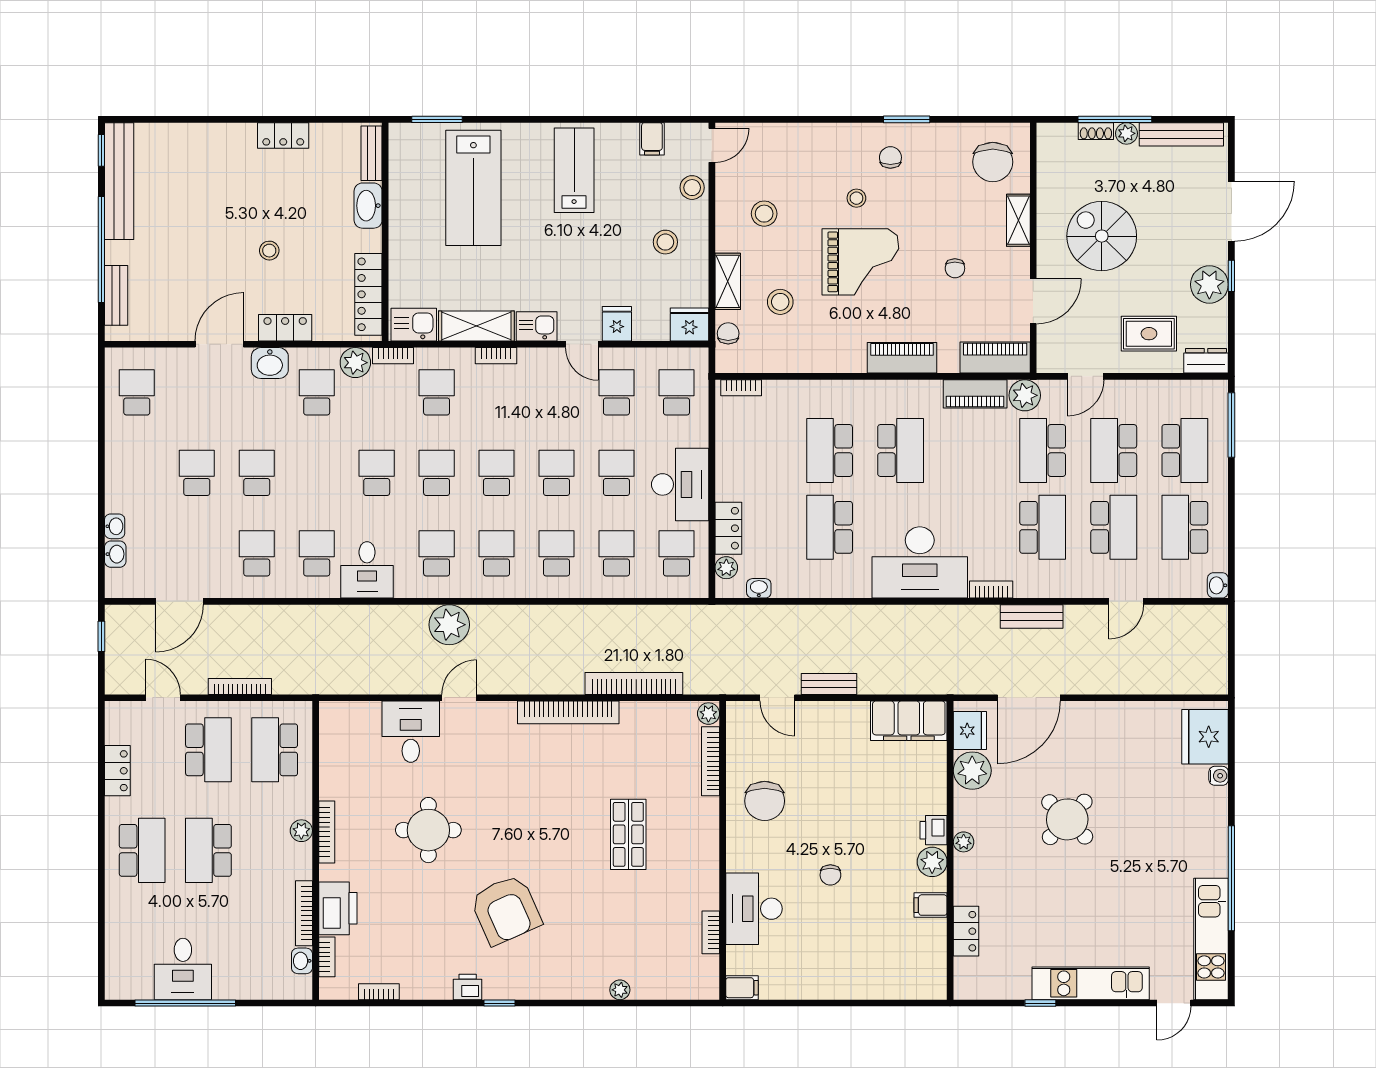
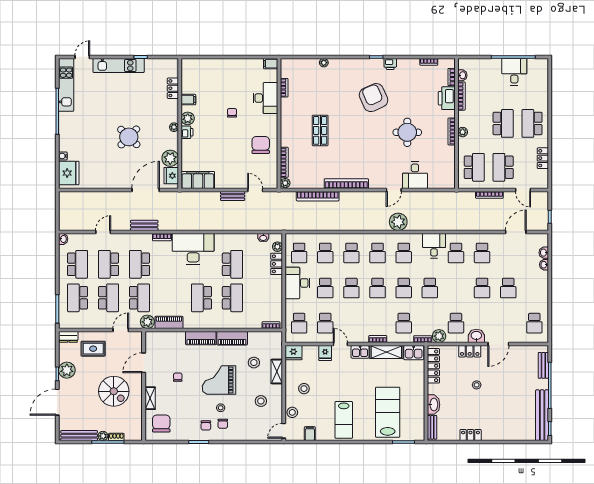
chair: (728, 333) -> (223, 424), moved
piano: (995, 358) -> (232, 338), moved

